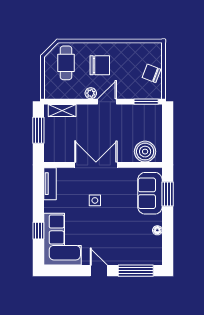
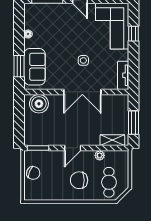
plant: (91, 93) -> (100, 155), moved

